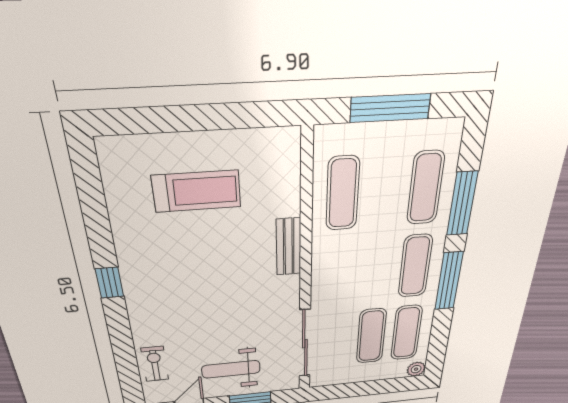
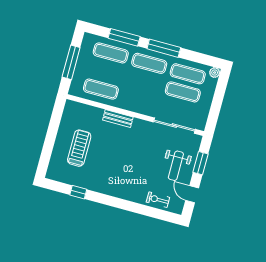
window: (110, 283) -> (78, 192), moved

